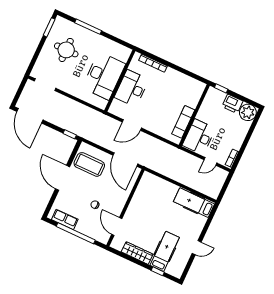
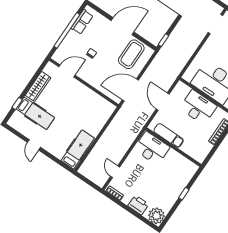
printer: (232, 104) -> (138, 205), moved, turned 90
wall: (194, 115) -> (173, 147), moved
exam couch: (183, 122) -> (169, 135), moved
desk: (199, 137) -> (152, 148), moved

